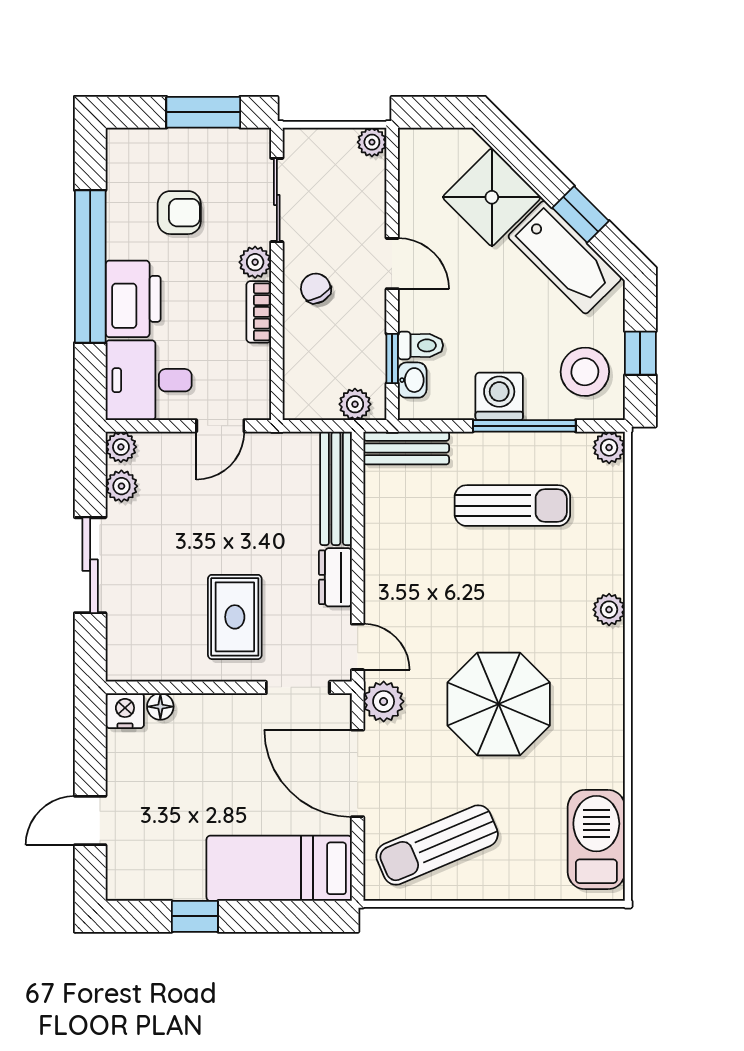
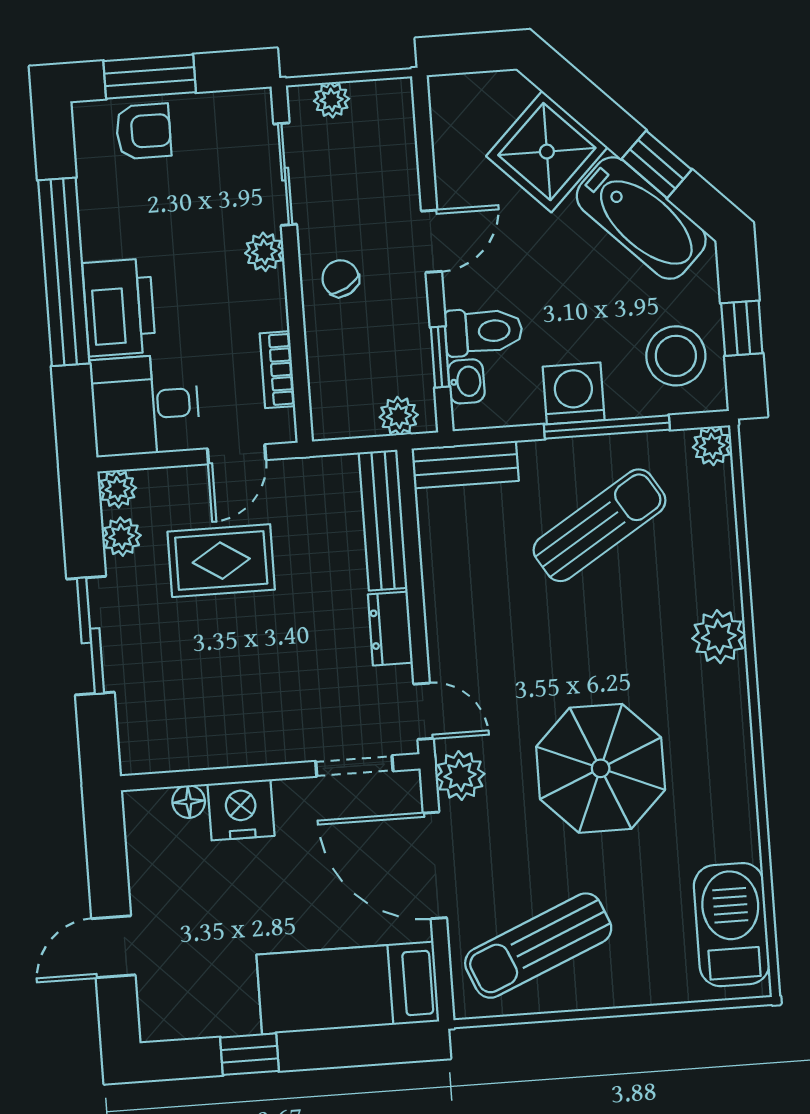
window: (203, 112) -> (150, 77), moved
plant: (372, 142) -> (331, 100), moved
armchair: (179, 213) -> (143, 131), moved
door: (392, 264) -> (431, 241), hinge flipped
bookcase: (259, 312) -> (277, 370), moved
toilet: (421, 345) -> (484, 331), width x1.37, depth x1.39
sun lounger: (512, 506) -> (600, 525), turned -32
plant: (609, 610) -> (719, 637), width x1.38, depth x1.38
rug: (235, 617) -> (221, 561), moved, turned 90
nightstand: (125, 711) -> (241, 810), moved, width x1.36, depth x1.33

